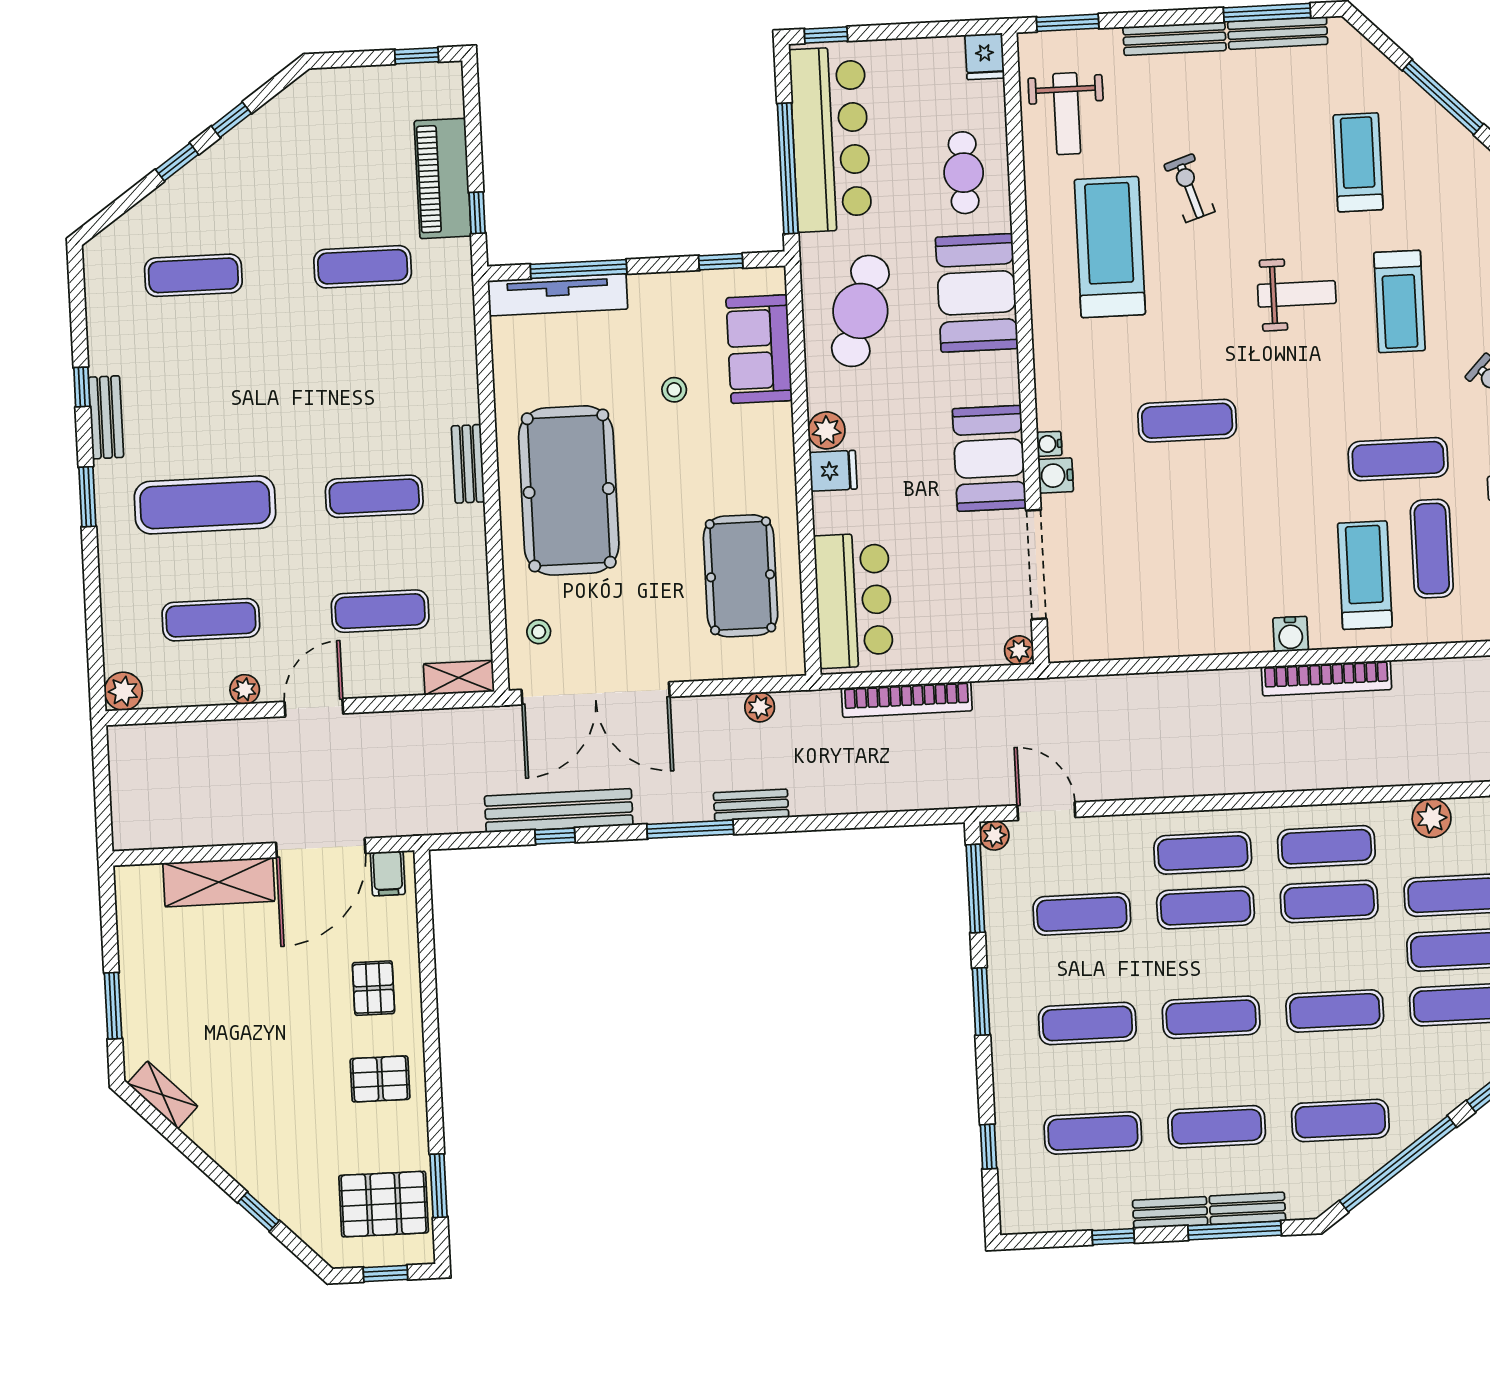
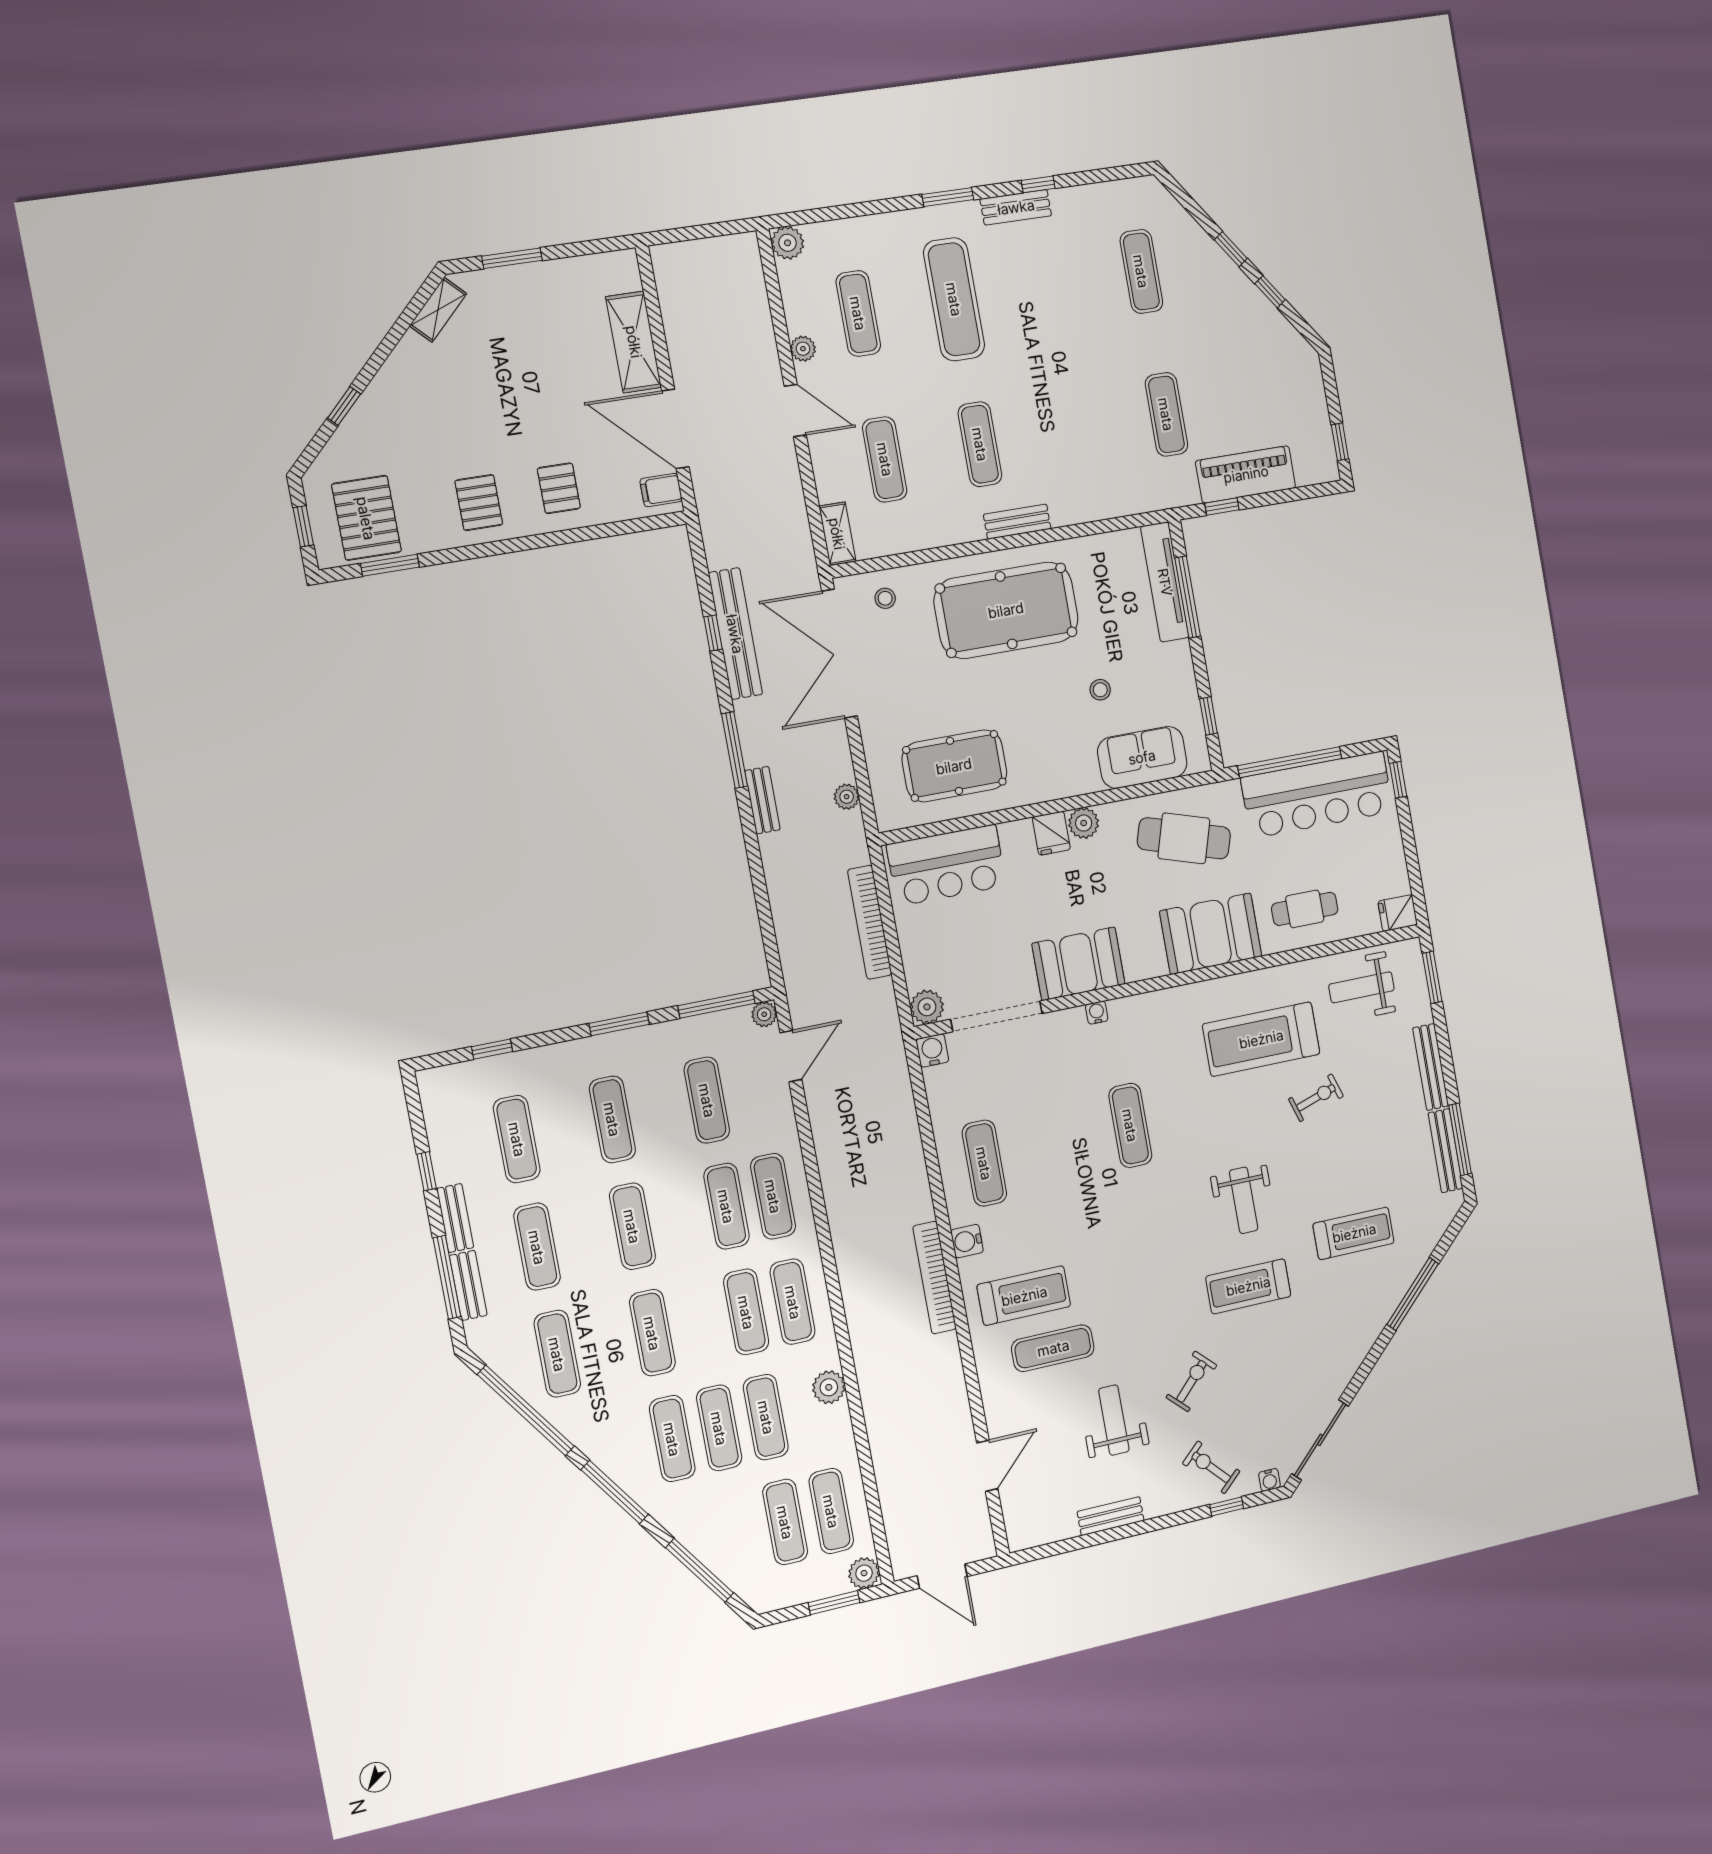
treadmill: (1110, 247) -> (1261, 1039), turned 180
exercise mat: (1398, 459) -> (984, 1163), moved
water cooler: (1056, 476) -> (932, 1050), moved
plant: (1019, 650) -> (927, 1007), width x1.38, depth x1.38
pallet: (373, 988) -> (559, 488), turned 90

